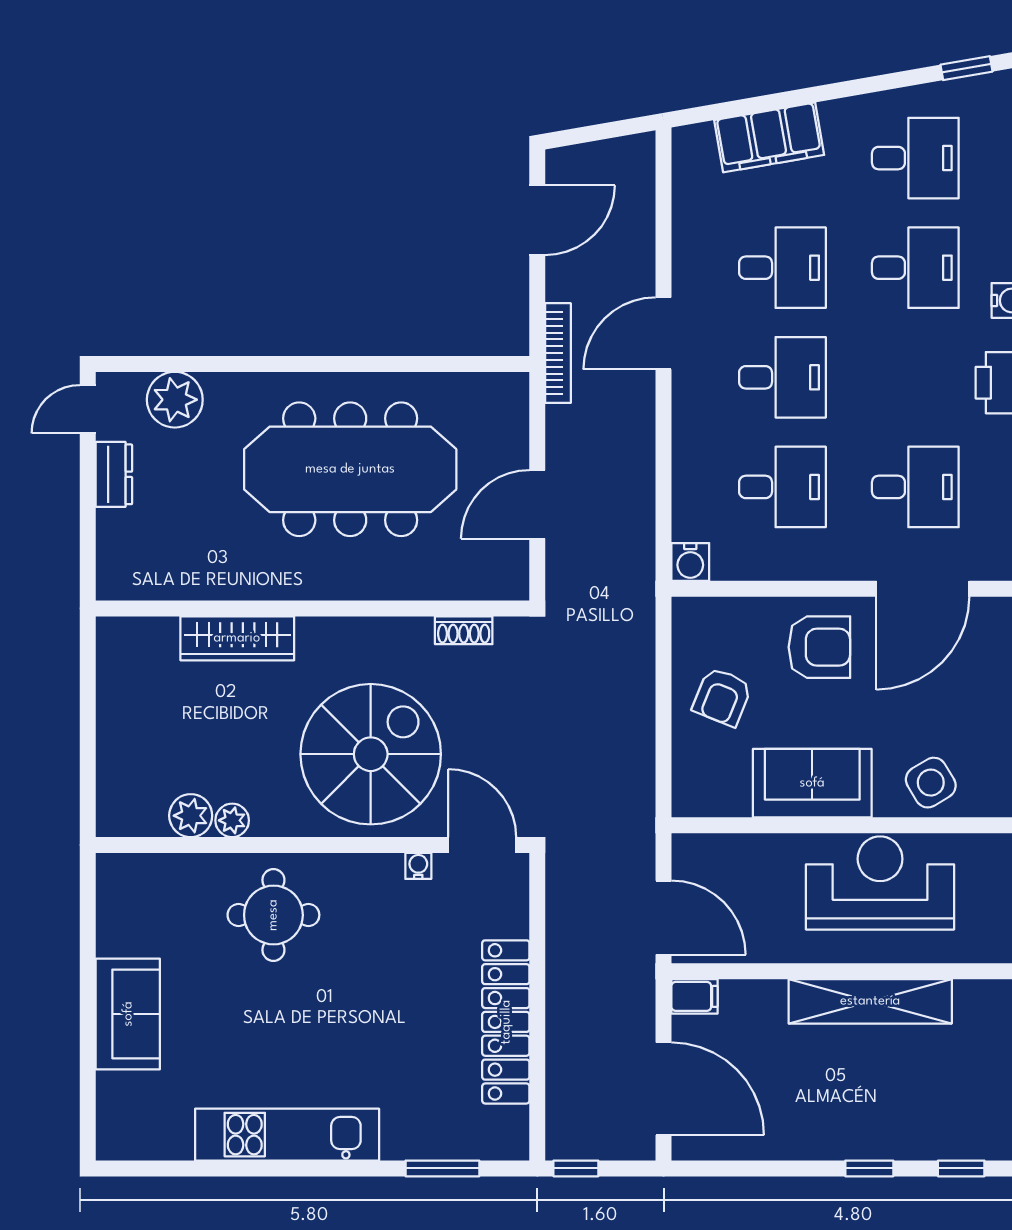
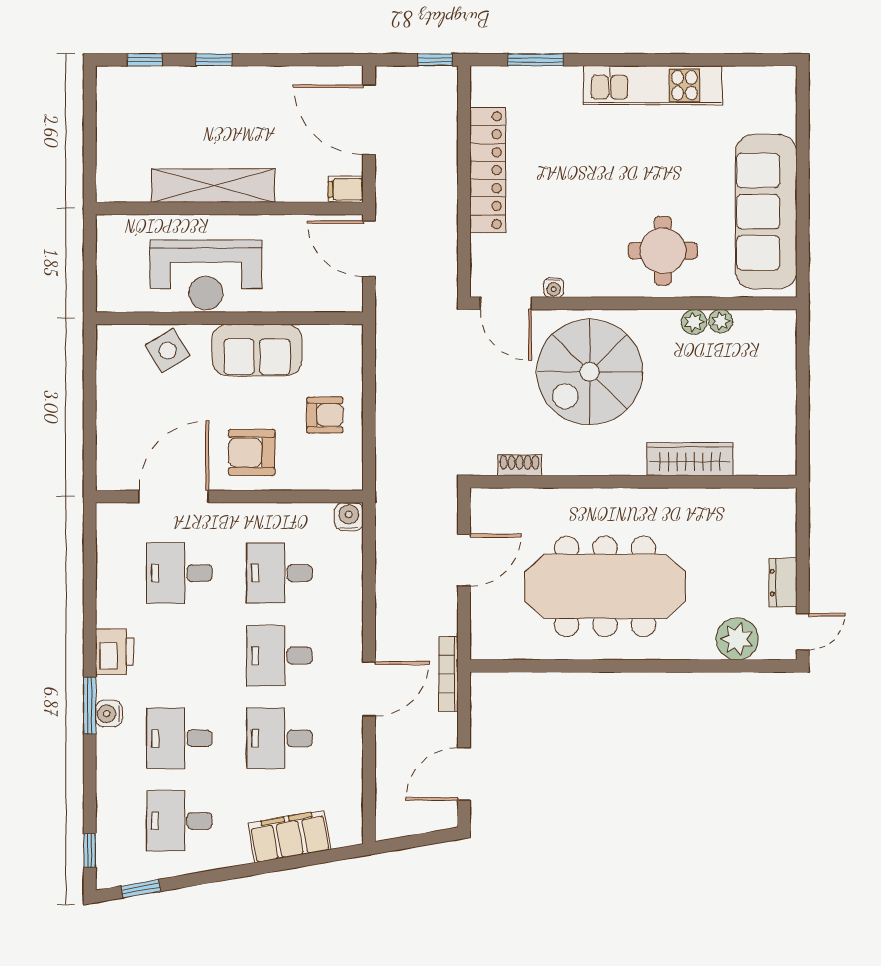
armchair: (722, 697) -> (325, 415), turned 68
plant: (191, 816) -> (721, 321), width x0.73, depth x0.73
sofa: (128, 1014) -> (766, 212), width x1.85, depth x1.27

